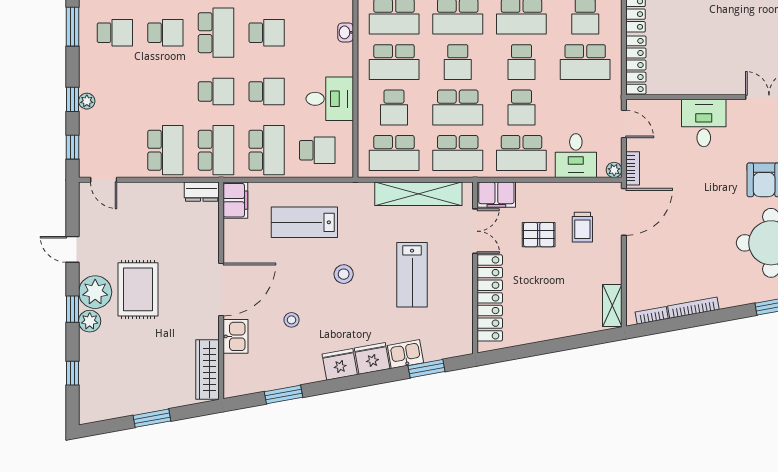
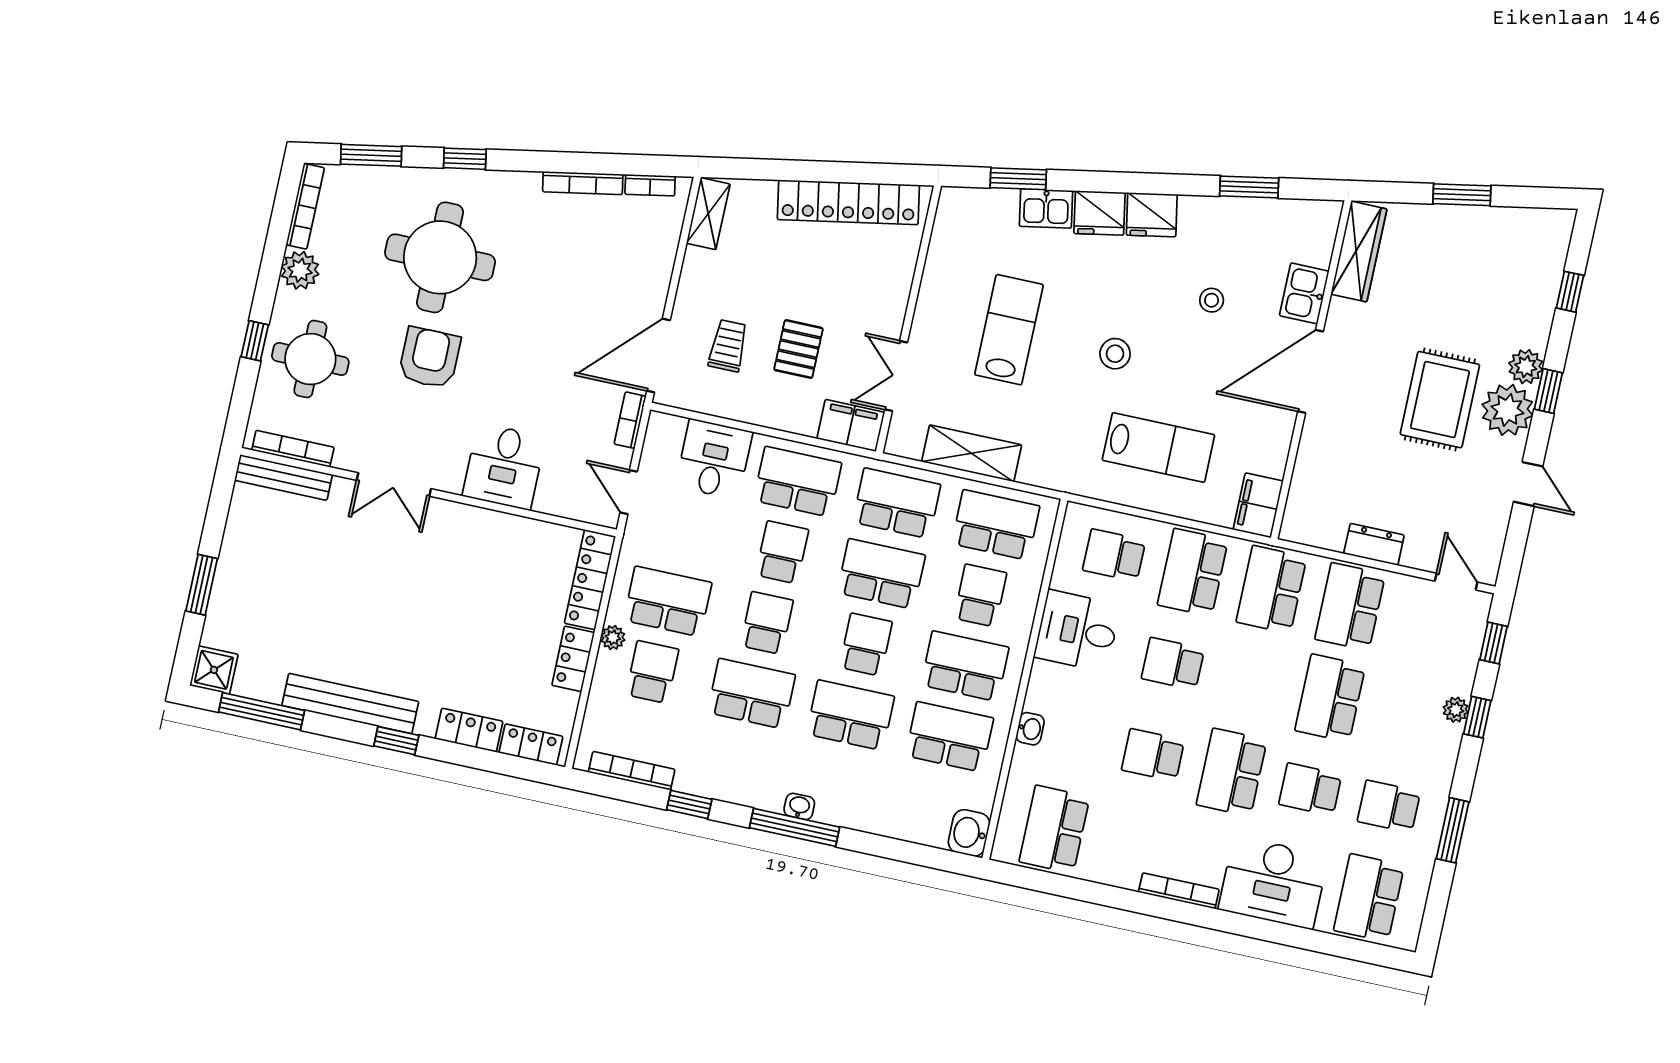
school desk: (216, 91) -> (1330, 698), moved, width x1.85
plant: (614, 170) -> (613, 638), moved
dresser: (202, 192) -> (1374, 544), moved
shelving: (418, 194) -> (972, 453), width x0.68
pallet: (539, 235) -> (798, 349), turned 90
locker: (490, 298) -> (848, 202), moved, turned -100

